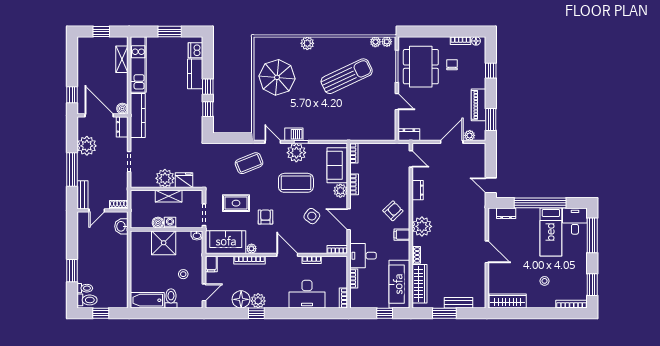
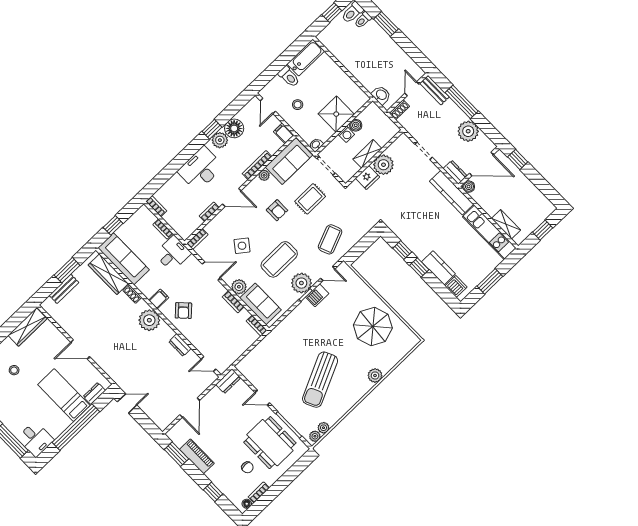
plant: (470, 135) -> (181, 426), removed
bed: (551, 232) -> (64, 395), moved
desk: (307, 294) -> (201, 169), moved

